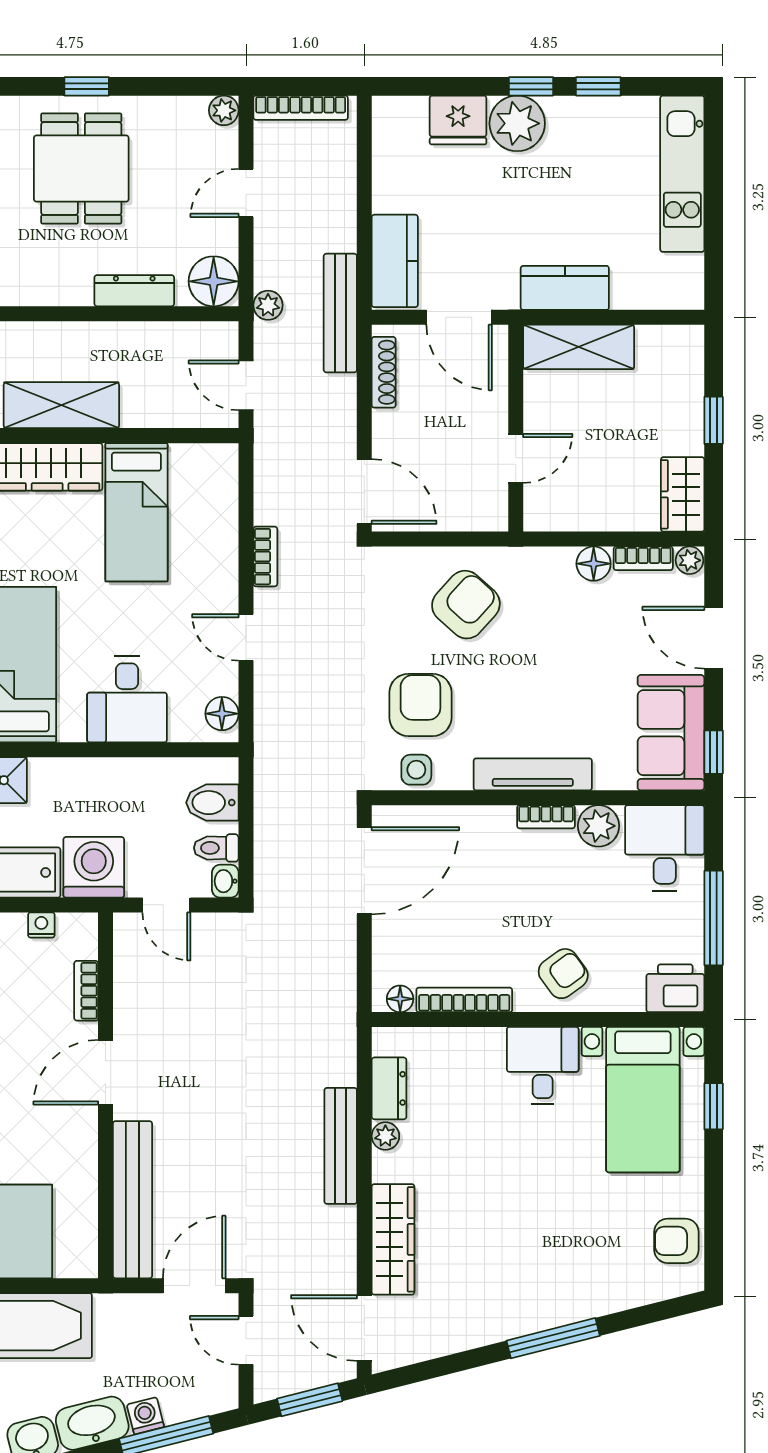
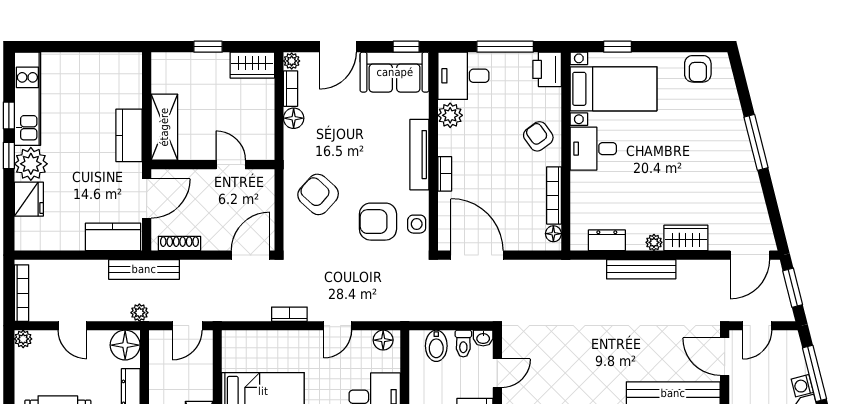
kitchen unit: (682, 174) -> (27, 99), moved, turned -90
bookcase: (546, 817) -> (445, 174), moved
plant: (385, 1136) -> (654, 242), moved
wardrobe: (393, 1239) -> (686, 238), width x0.67

